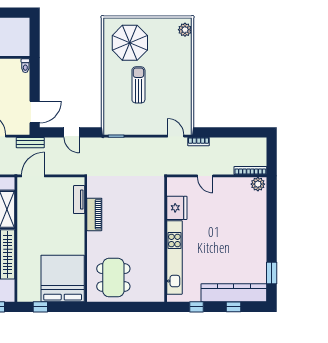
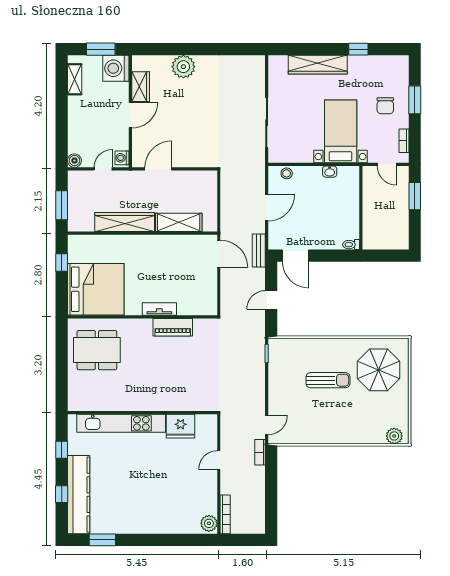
tv unit: (79, 200) -> (159, 309), moved

